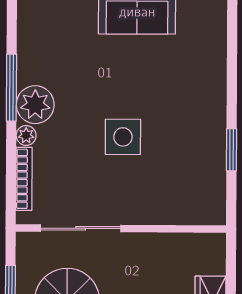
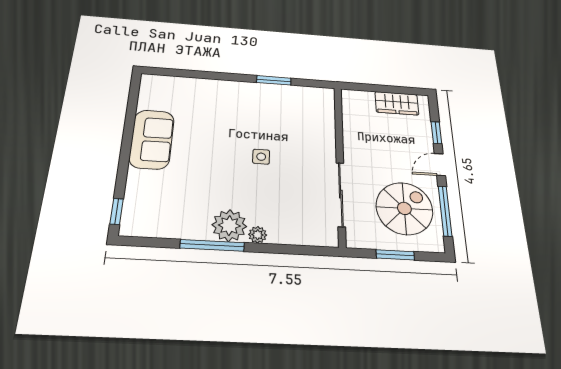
side table: (123, 137) -> (261, 157), width x0.54, depth x0.54
bookcase: (24, 179) -> (297, 239), removed

